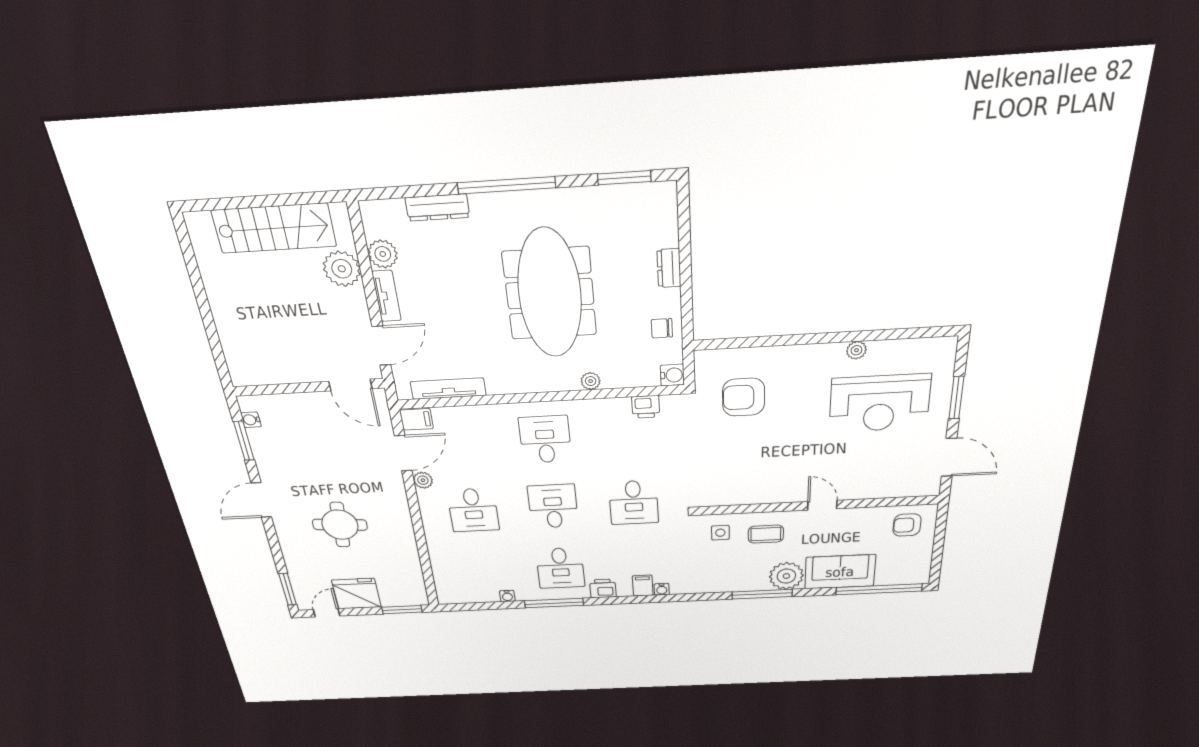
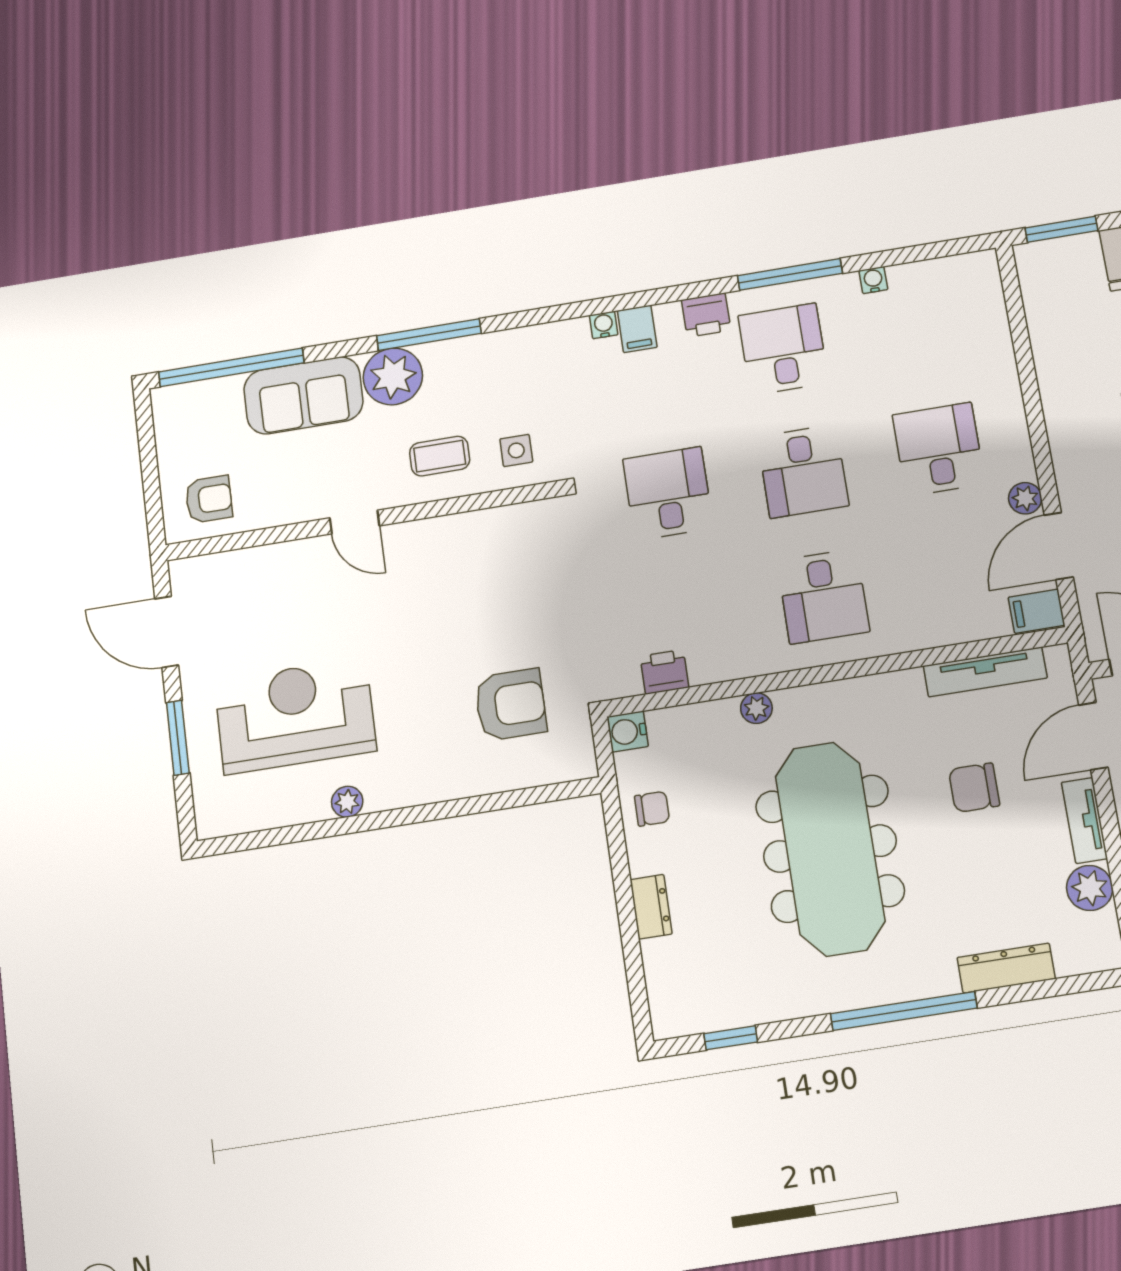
window: (624, 178) -> (731, 1038), width x0.67
chair: (456, 322) -> (974, 788), added

